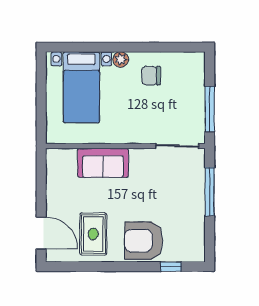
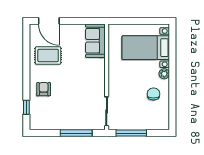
sofa: (103, 163) -> (95, 41), moved
door: (41, 233) -> (49, 21), hinge flipped
armchair: (144, 241) -> (44, 89), width x0.53, depth x0.53

